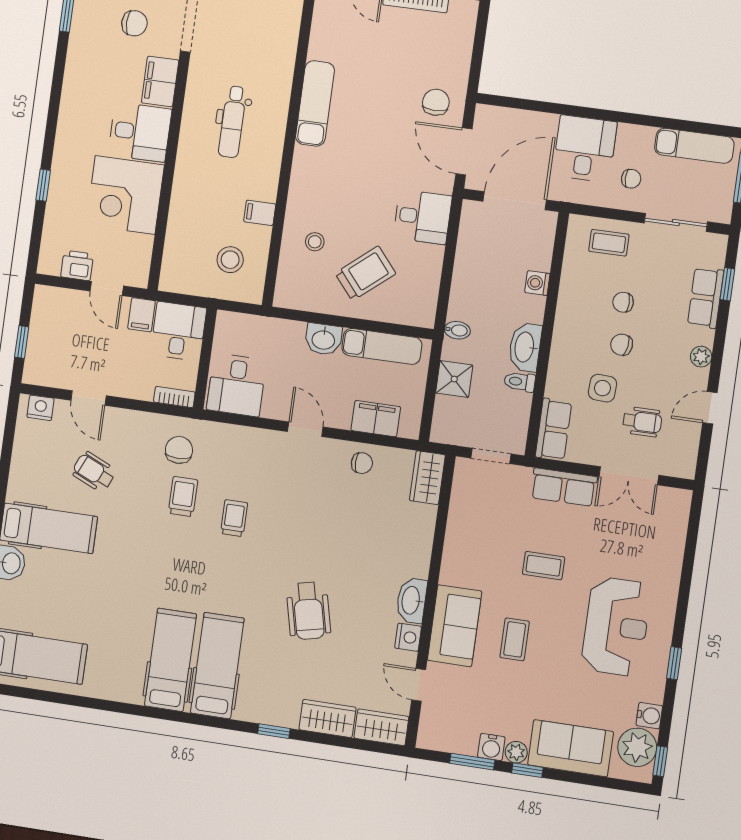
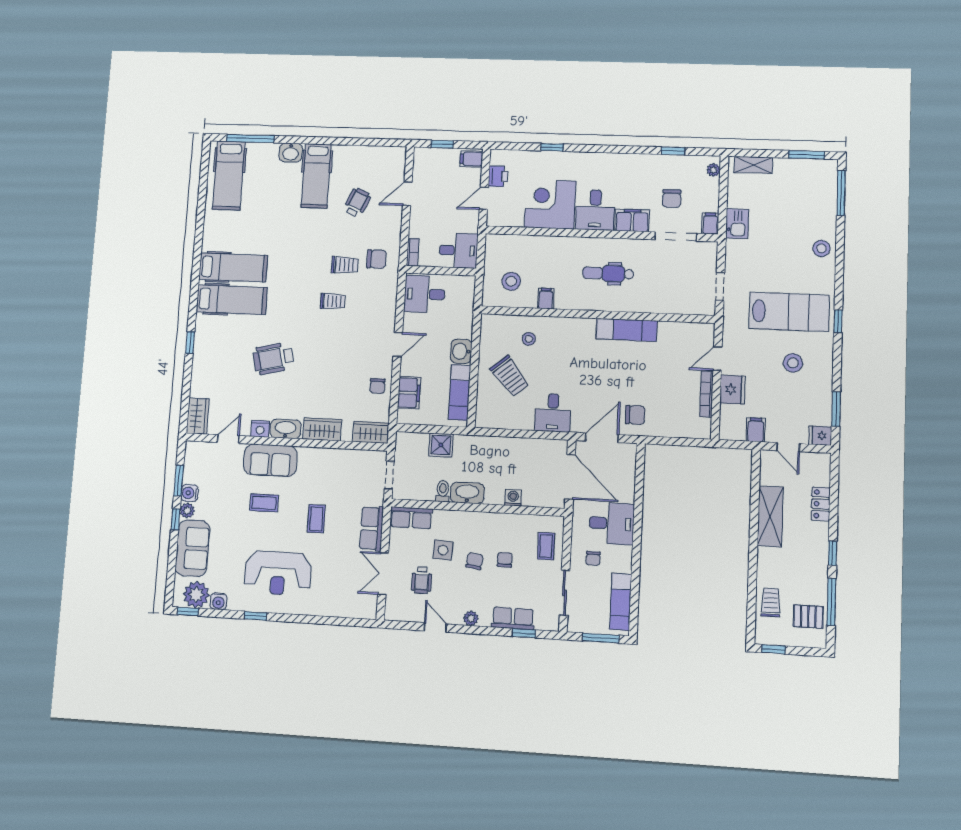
filing cabinet: (142, 315) -> (471, 159), moved
bidet: (457, 330) -> (475, 444), removed
nightstand: (41, 408) -> (398, 162), removed
wardrobe: (327, 718) -> (322, 429), moved, turned -90

